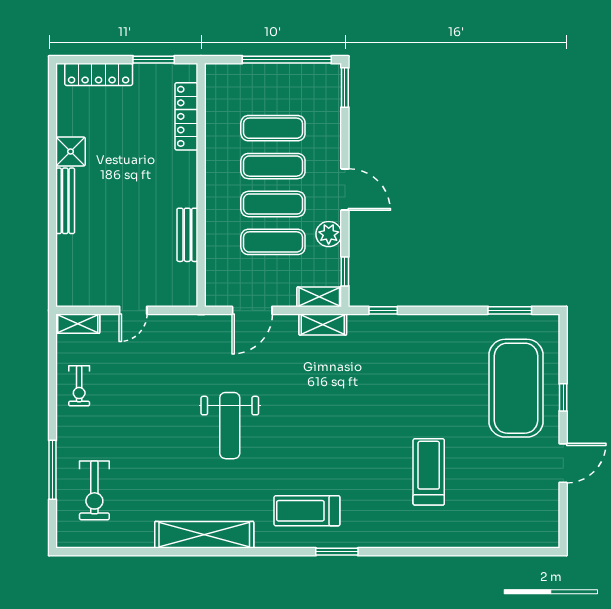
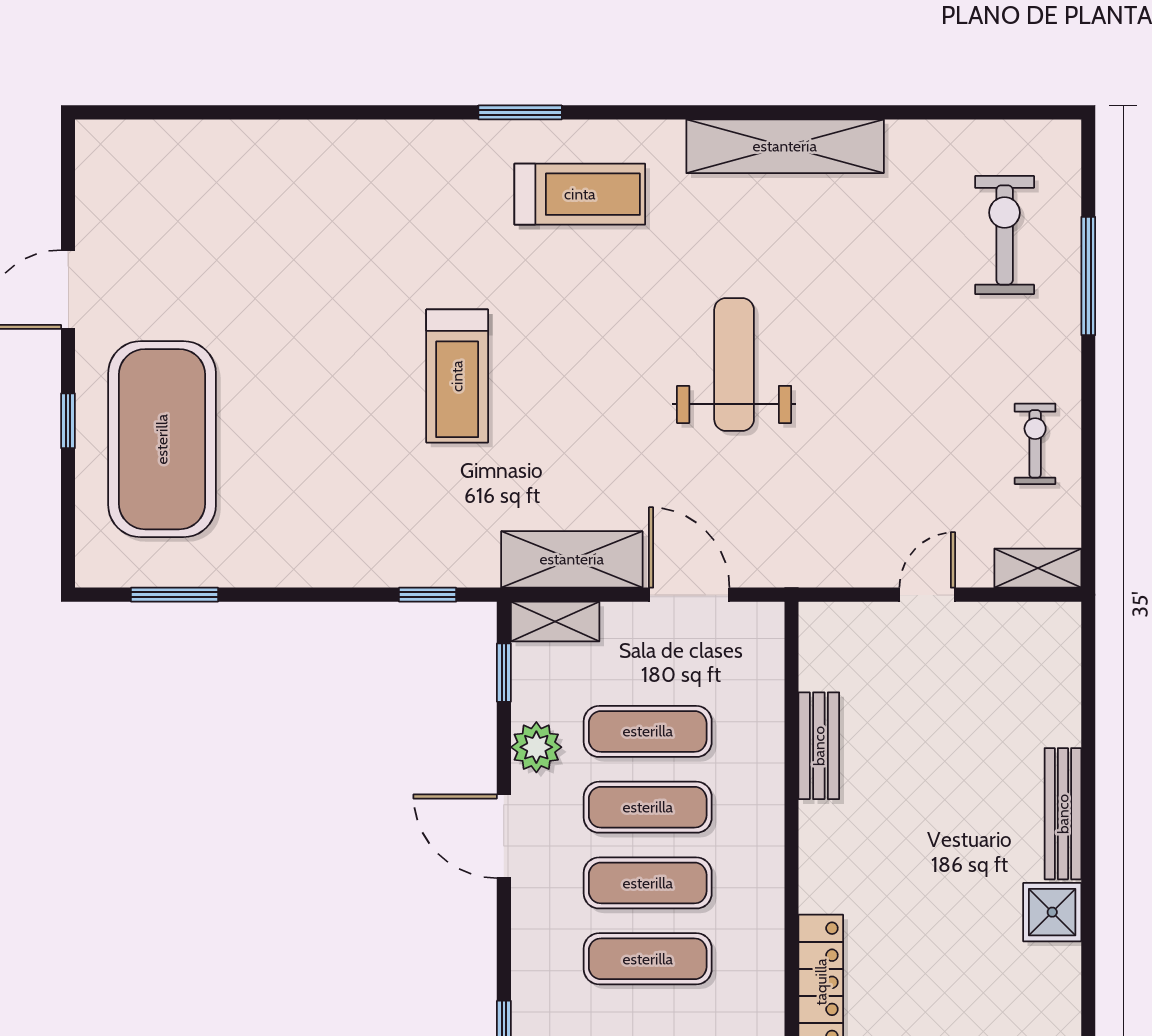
door: (252, 310) -> (689, 595), hinge flipped
shelving: (323, 324) -> (572, 559), width x1.50, depth x1.33
treadmill: (429, 472) -> (457, 376), moved

